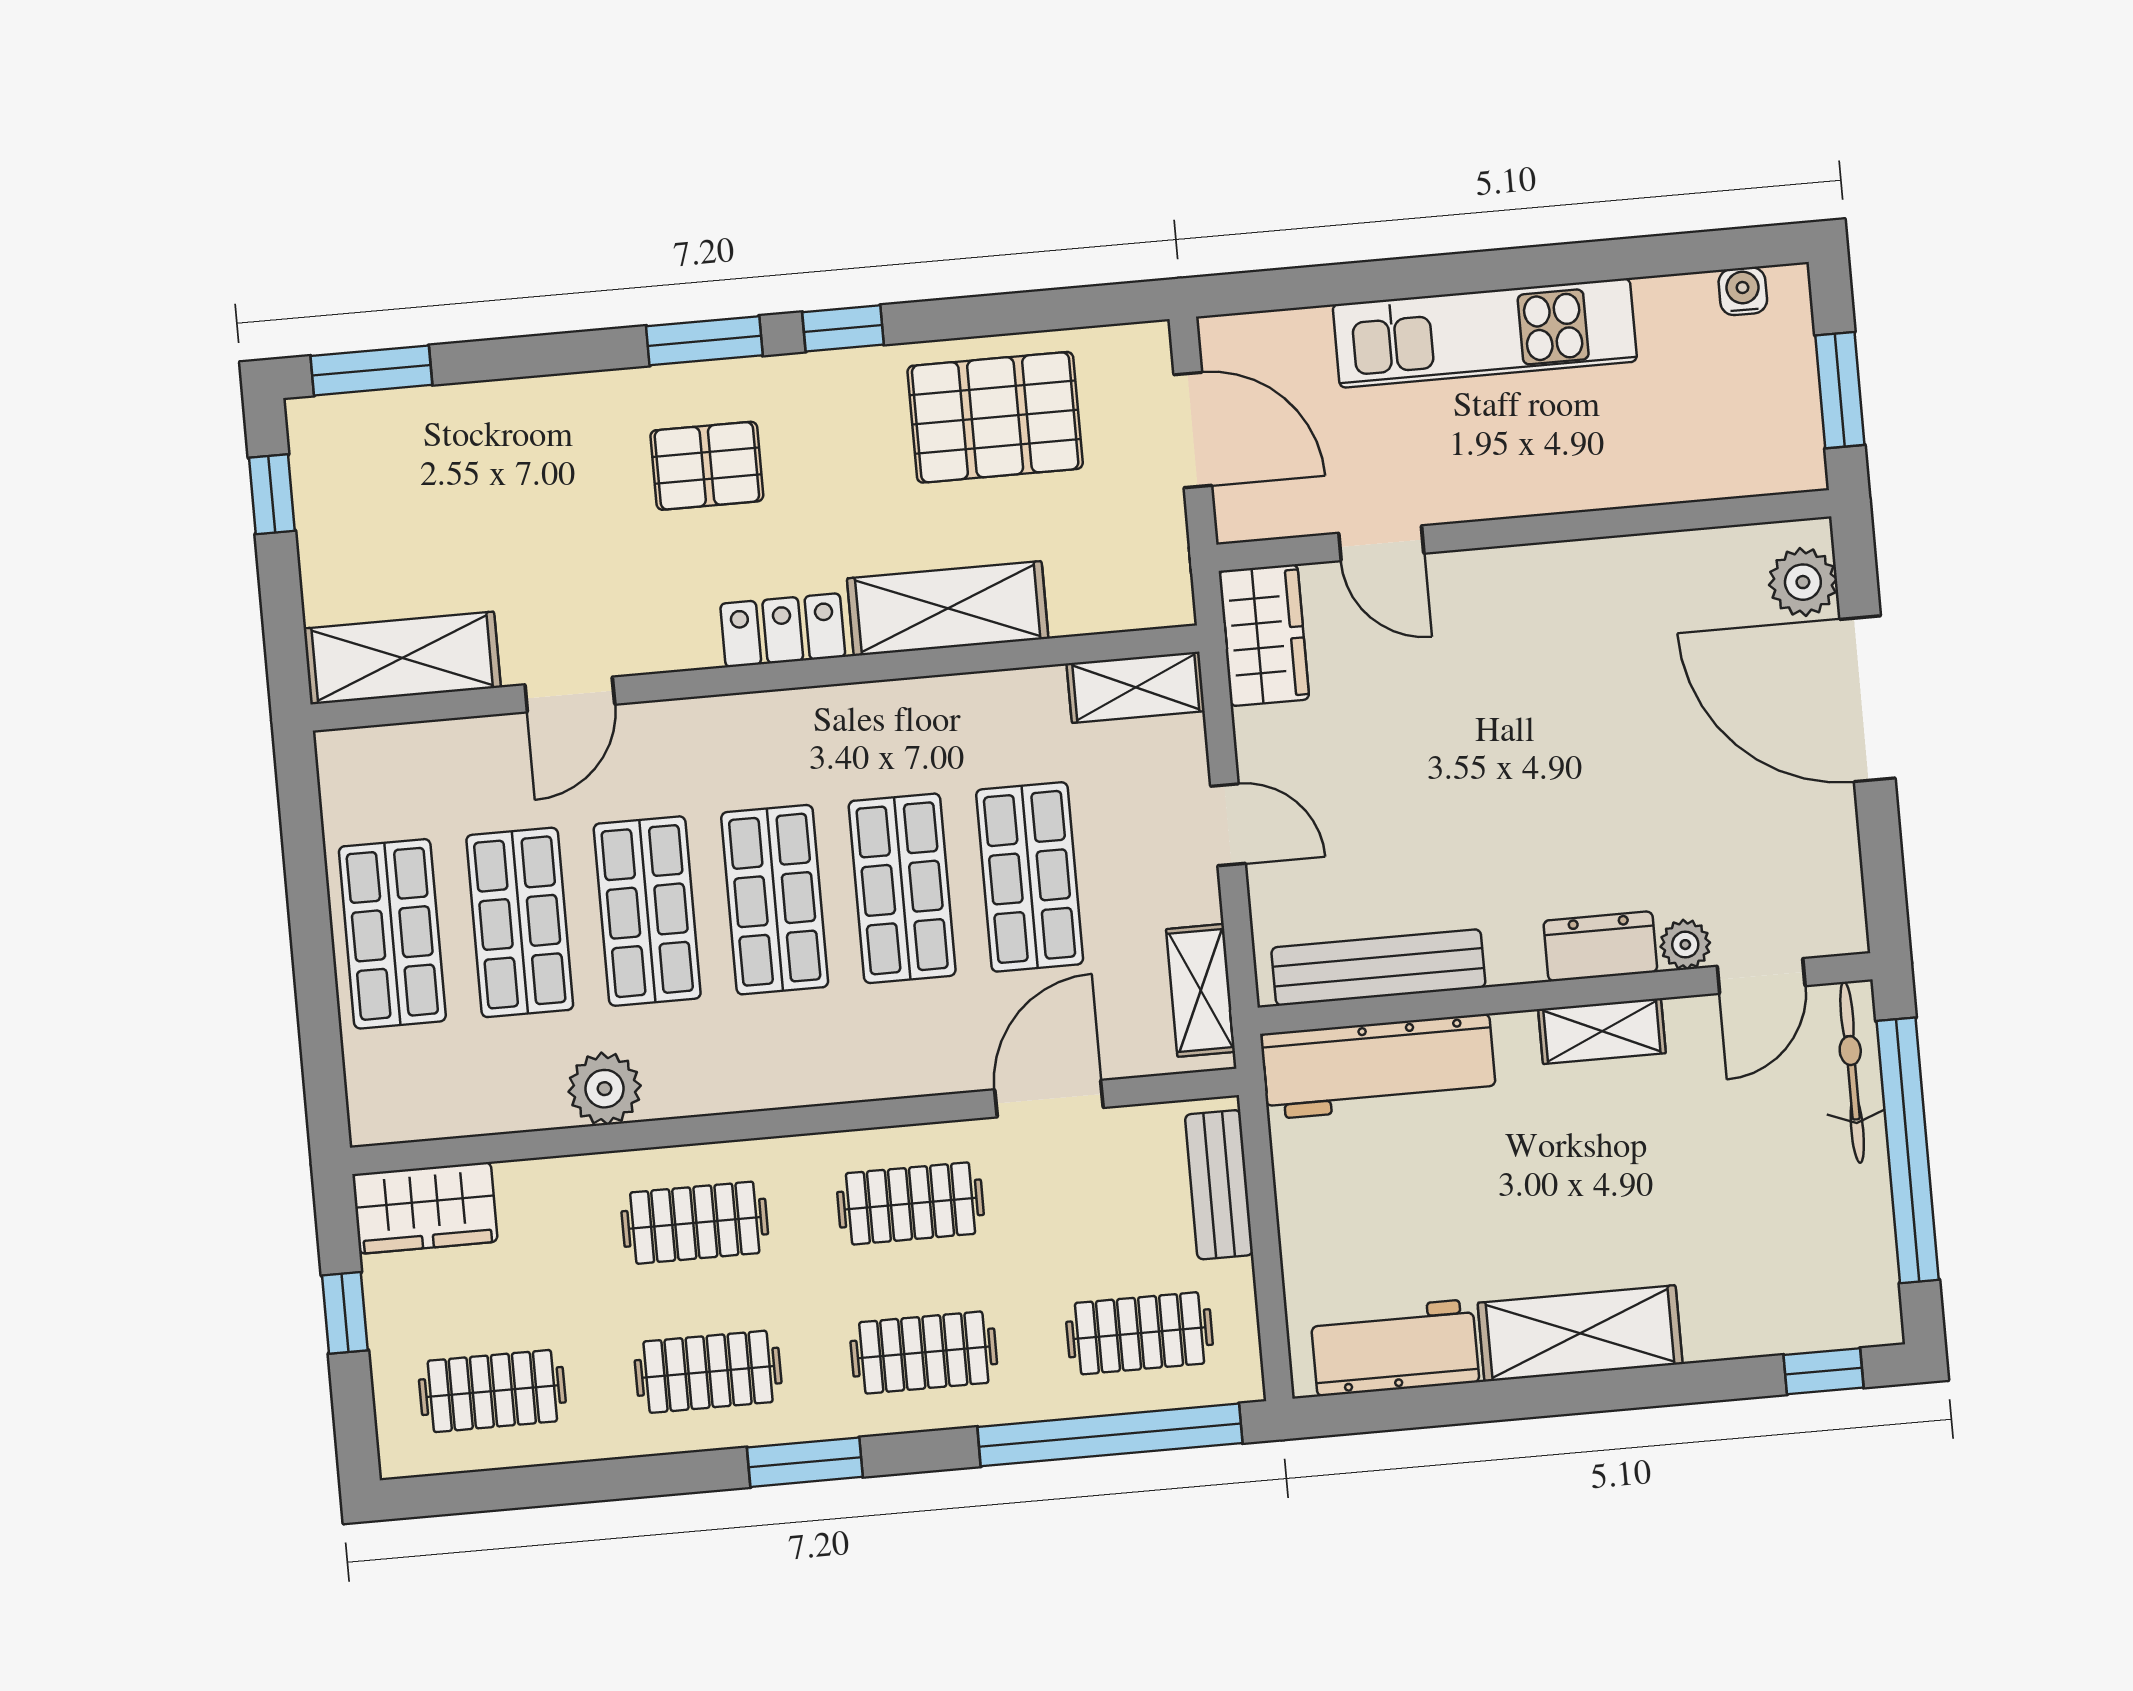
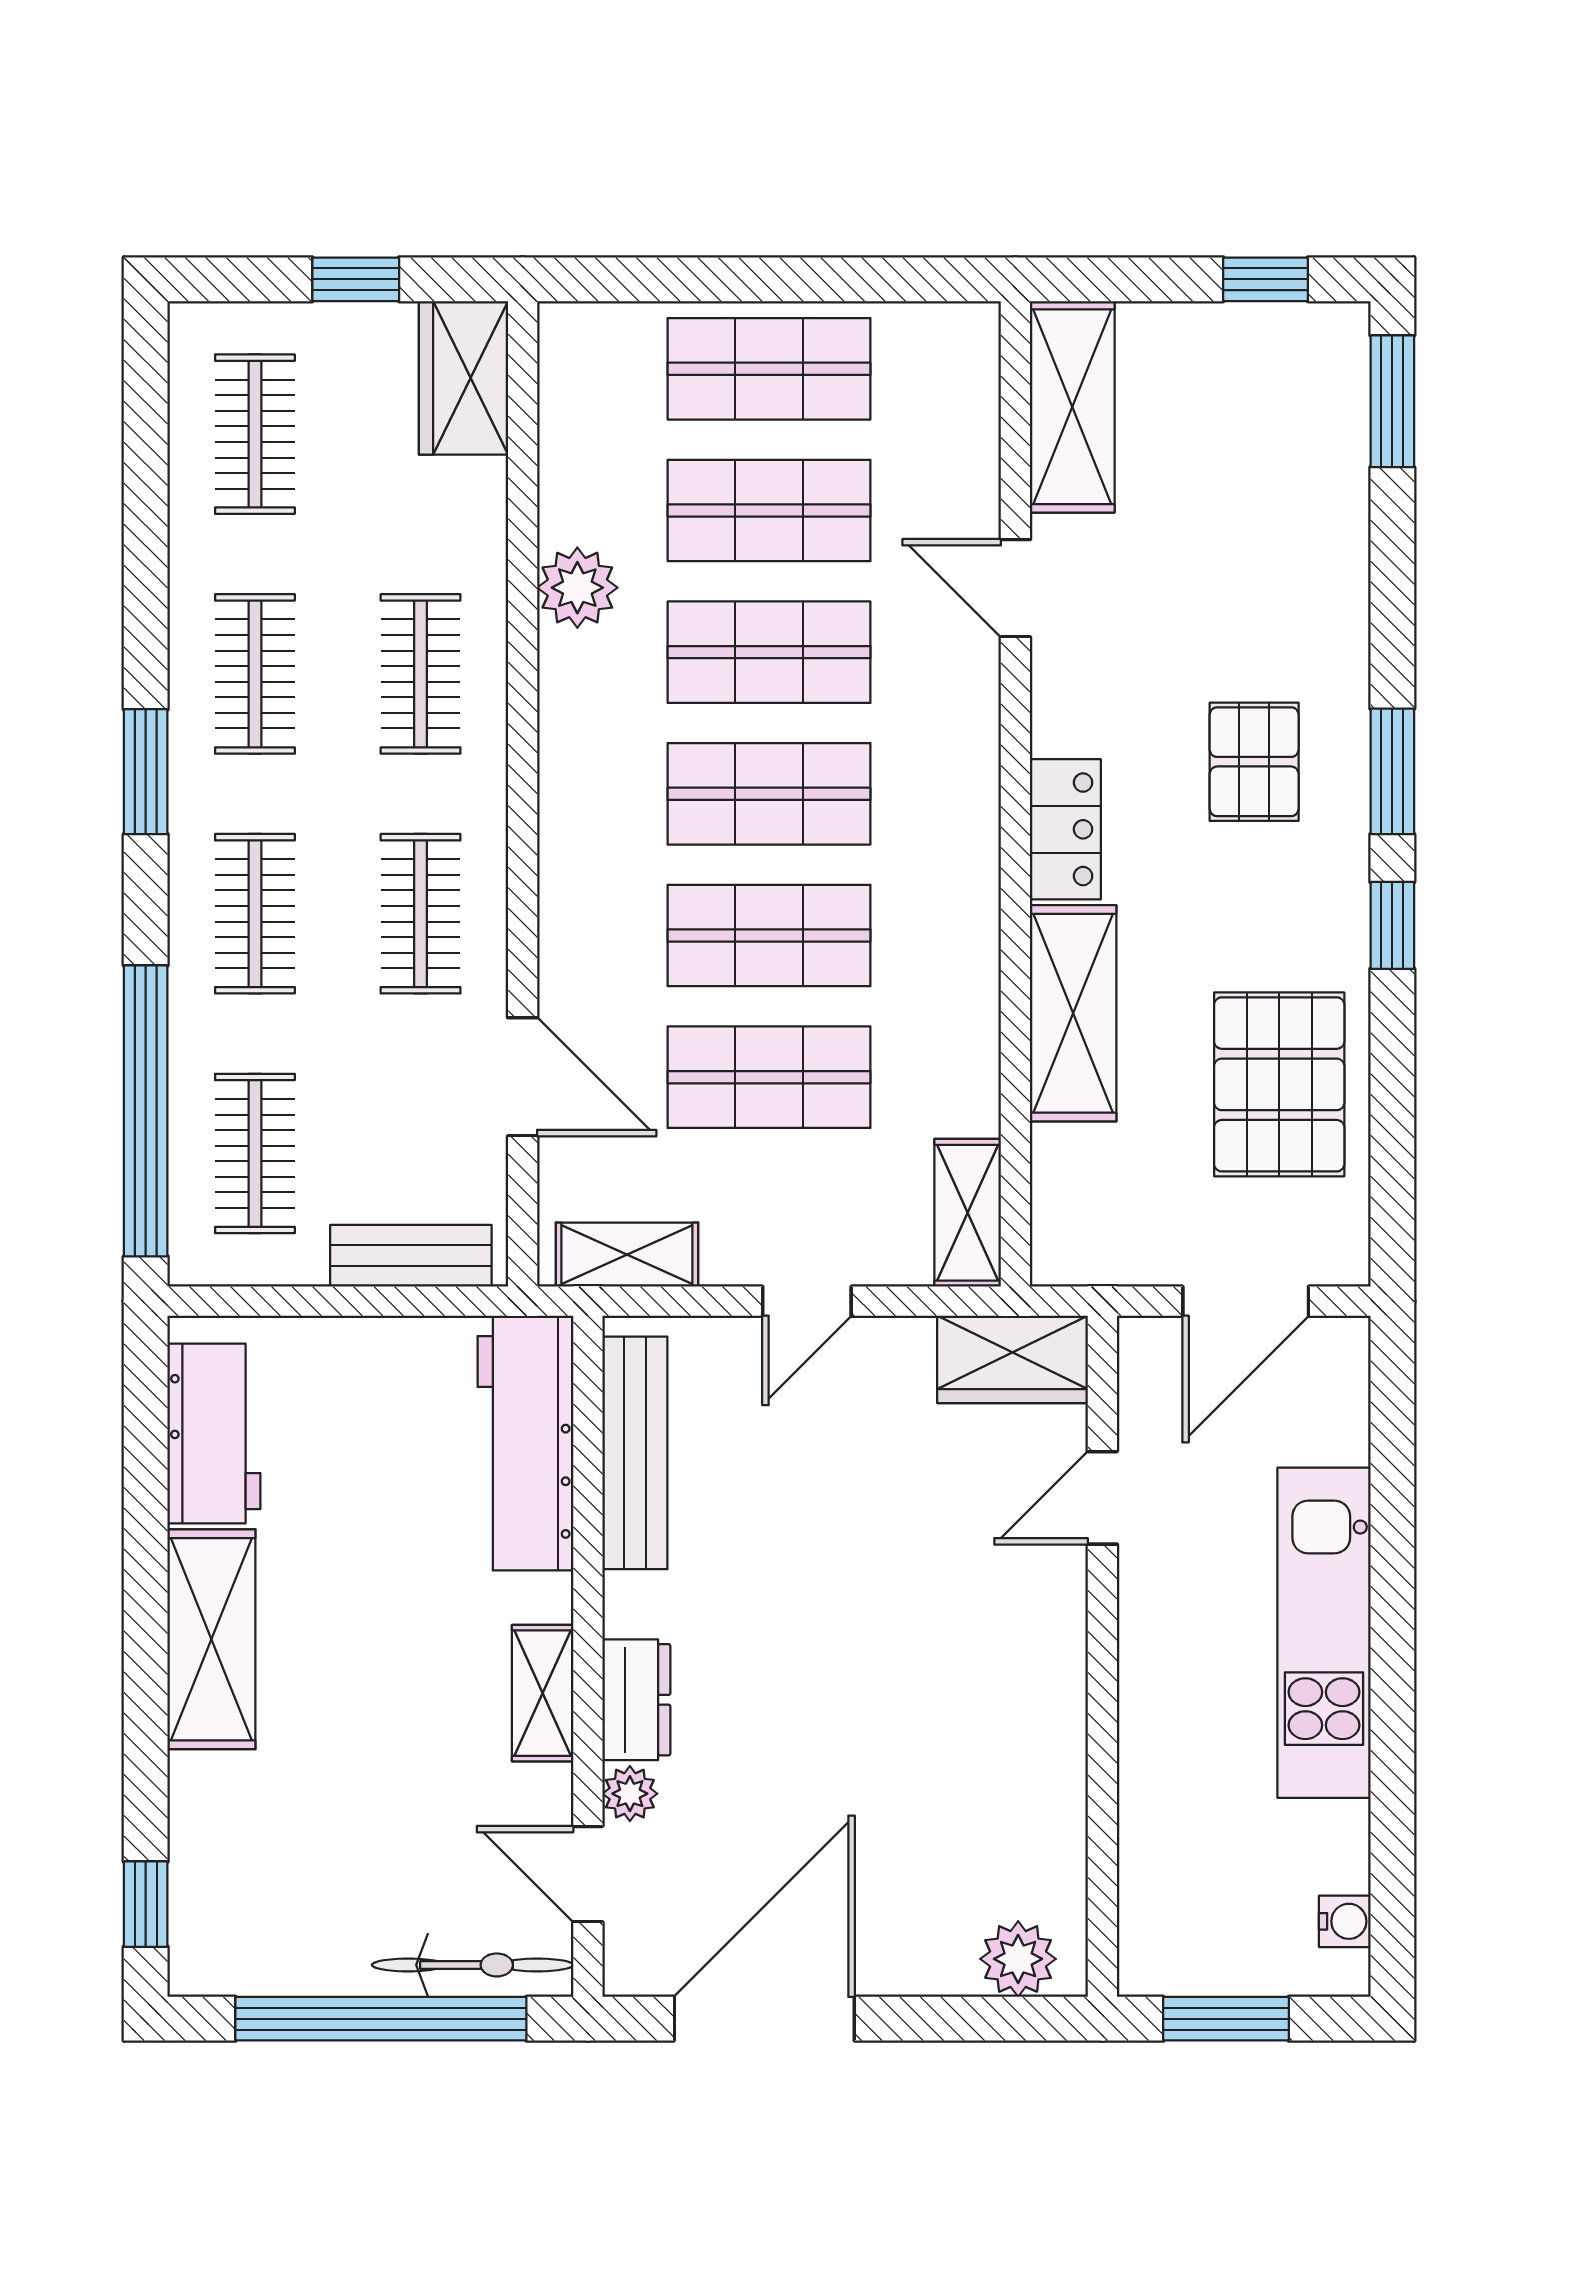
door: (1867, 699) -> (764, 2019), moved

